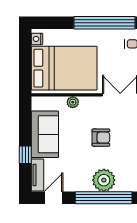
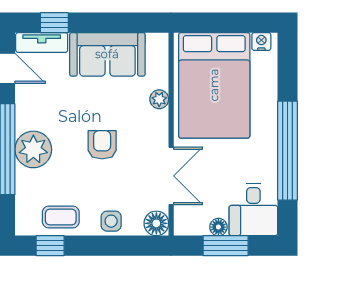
armchair: (101, 138) -> (102, 145), turned 180
window: (25, 155) -> (54, 23), moved

